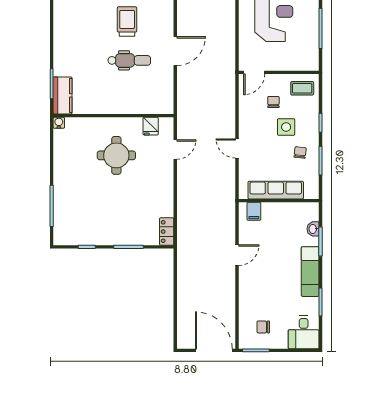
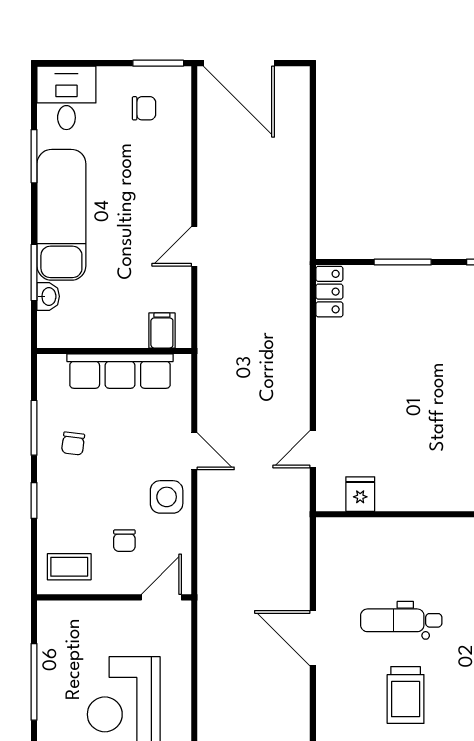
door: (175, 51) -> (313, 638), hinge flipped
side table: (286, 127) -> (167, 497), moved
round table: (116, 155) -> (426, 438), removed
exam couch: (310, 272) -> (61, 215), width x1.36, depth x1.45

